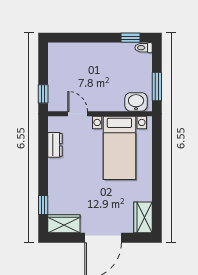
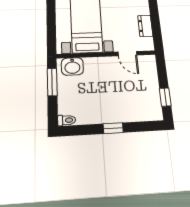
window: (130, 38) -> (113, 128), moved
window: (43, 94) -> (165, 97), moved

